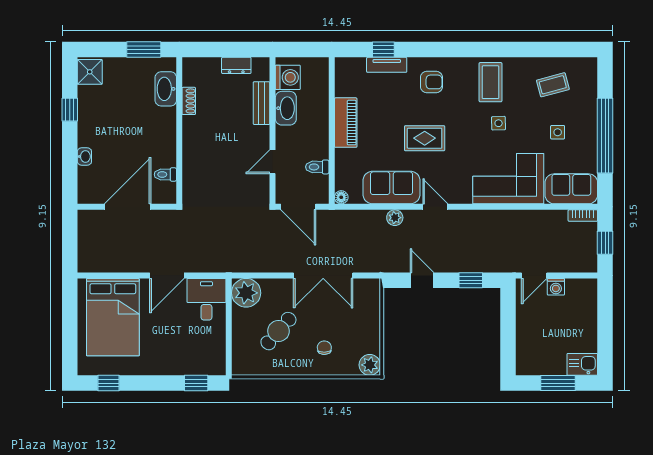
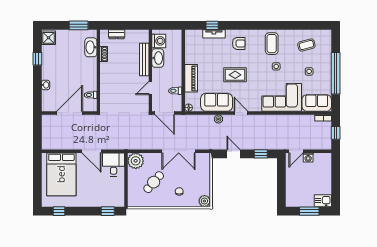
dresser: (236, 65) -> (117, 34), moved
bench: (262, 103) -> (144, 60), width x1.36
piano: (346, 123) -> (191, 78), moved
door: (167, 275) -> (92, 151), hinge flipped

